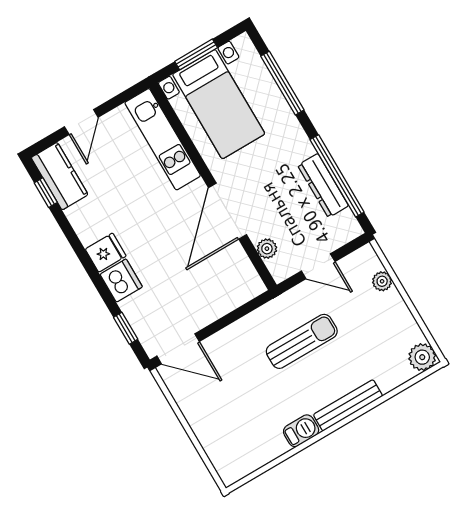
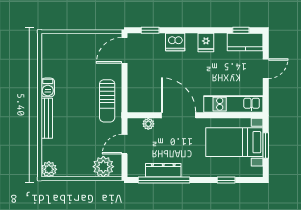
window: (282, 83) -> (226, 180), width x0.46
door: (81, 122) -> (266, 69), swing flipped
fridge: (106, 253) -> (206, 42), moved
plant: (382, 281) -> (103, 167), width x1.88, depth x1.88
sun lounger: (302, 341) -> (107, 101), moved

